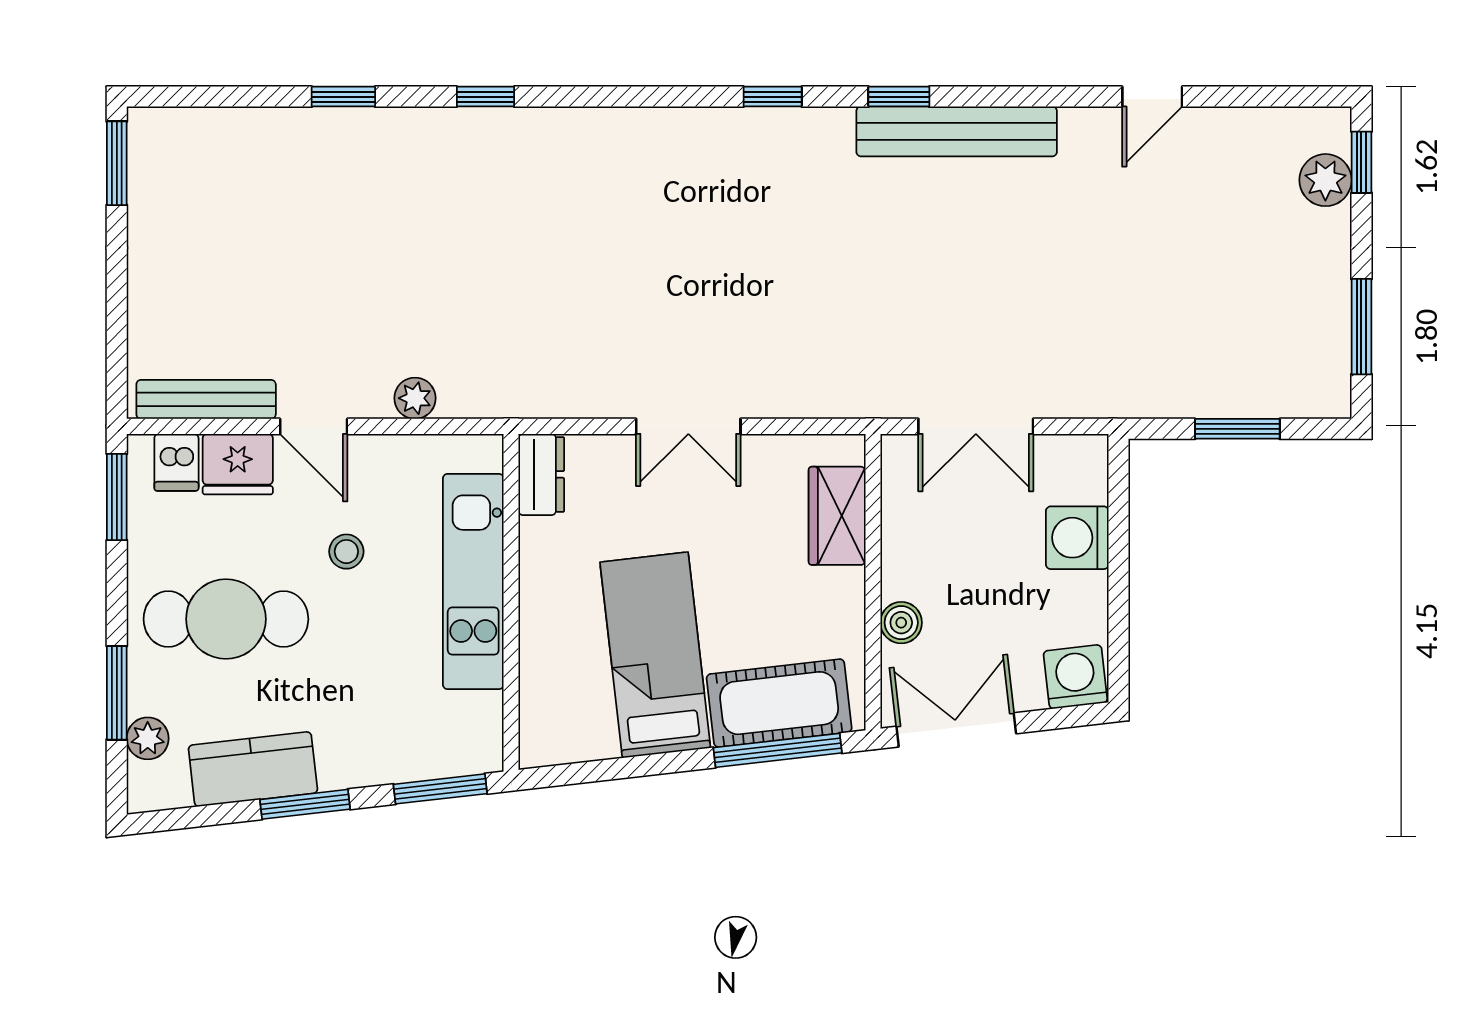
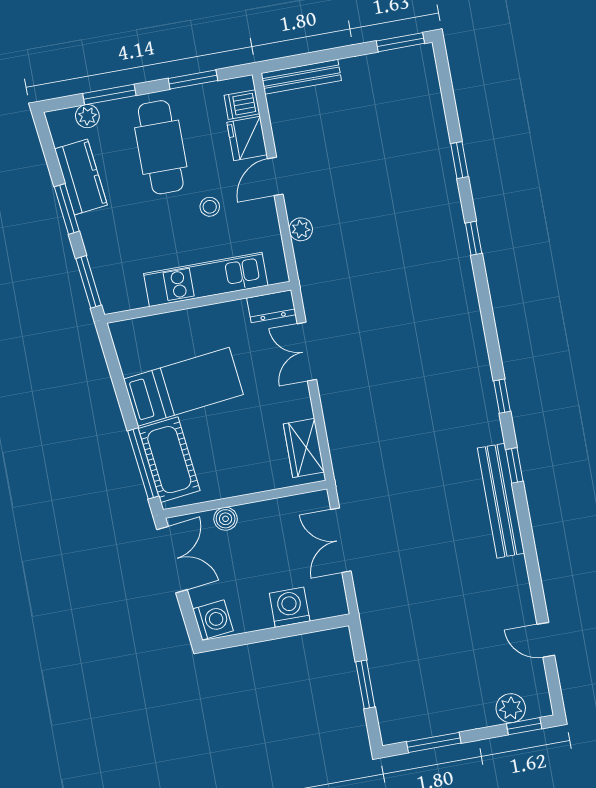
door: (1152, 97) -> (546, 640), moved
bench: (206, 399) -> (301, 77), moved, turned 90
double door: (688, 426) -> (307, 352), moved
window: (117, 497) -> (193, 80), moved
wardrobe: (837, 516) -> (304, 448), moved, turned -90

